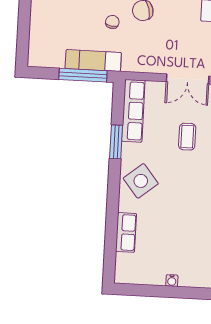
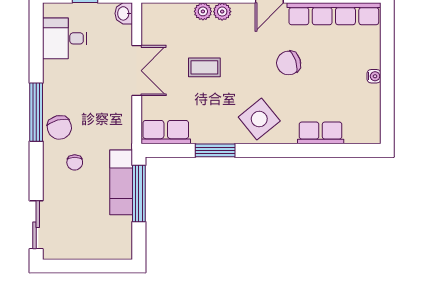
chair: (112, 22) -> (75, 162), turned -99
row of seats: (133, 111) -> (166, 132), width x0.68
chair: (187, 209) -> (289, 63), added

